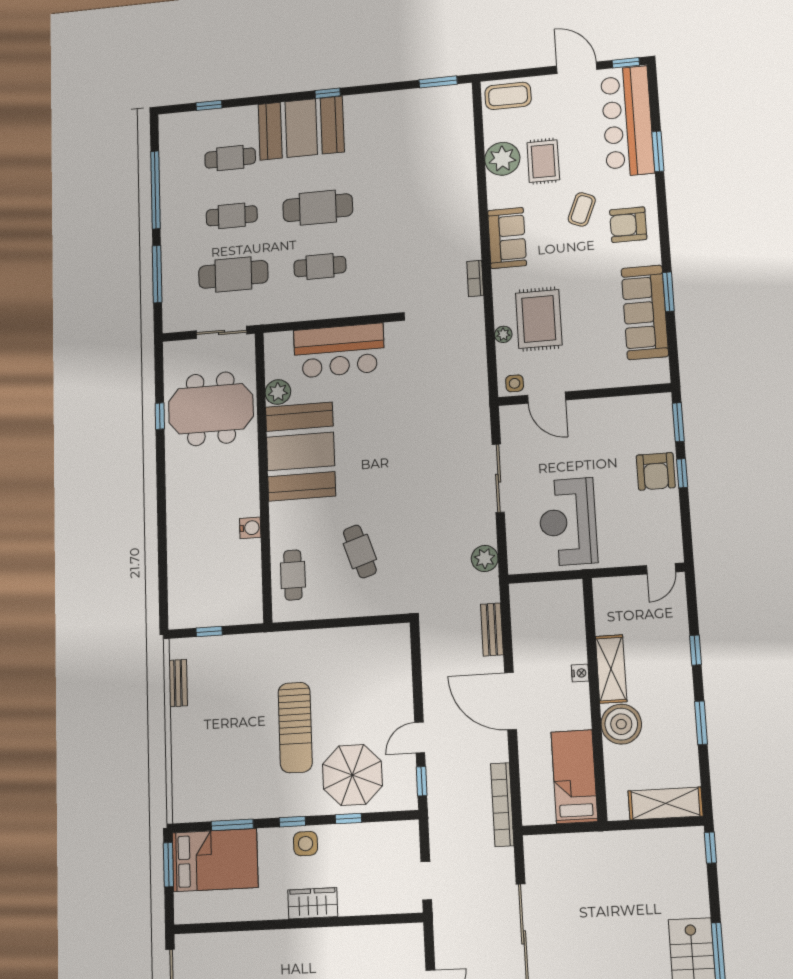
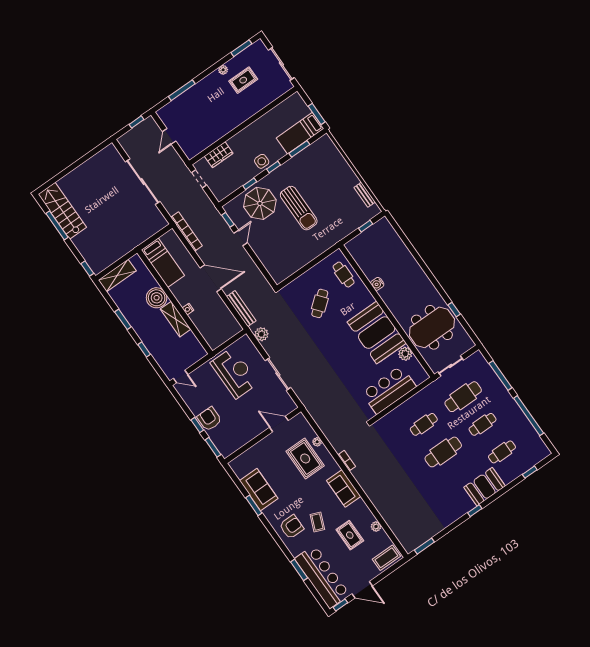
booth: (301, 128) -> (485, 487), width x0.73, depth x0.70
plant: (502, 159) -> (376, 527), width x0.53, depth x0.53
sofa: (645, 312) -> (259, 490), width x0.73
side table: (515, 383) -> (298, 422), removed
cafe table: (360, 551) -> (320, 303), turned 69
door: (661, 569) -> (181, 376), swing flipped
bench: (492, 629) -> (241, 309), width x1.36
sun lounger: (295, 728) -> (299, 208), turned 180
bed: (215, 860) -> (300, 133), width x0.67
wardrobe: (313, 903) -> (219, 155), moved

